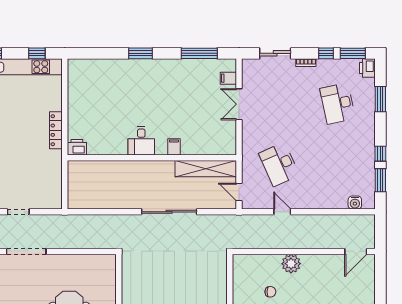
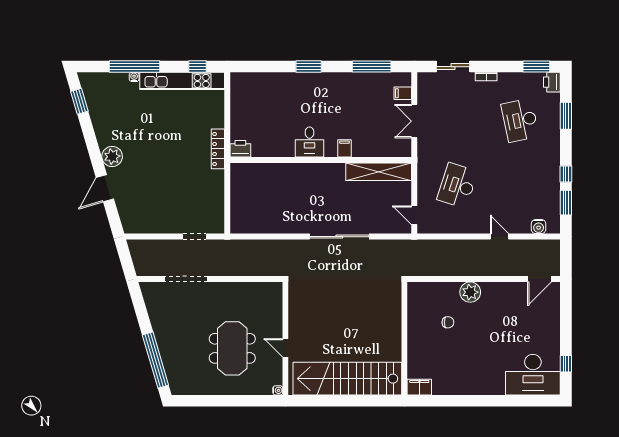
window: (326, 53) -> (508, 67), removed
desk: (141, 141) -> (310, 142), moved
printer: (77, 147) -> (240, 149), moved
filing cabinet: (174, 147) -> (345, 148), moved
wall: (152, 158) -> (321, 160), moved
desk: (279, 164) -> (457, 186), turned 42
shelving: (206, 169) -> (379, 172), moved
doorway: (18, 212) -> (194, 237), moved
door: (282, 212) -> (500, 237), moved

